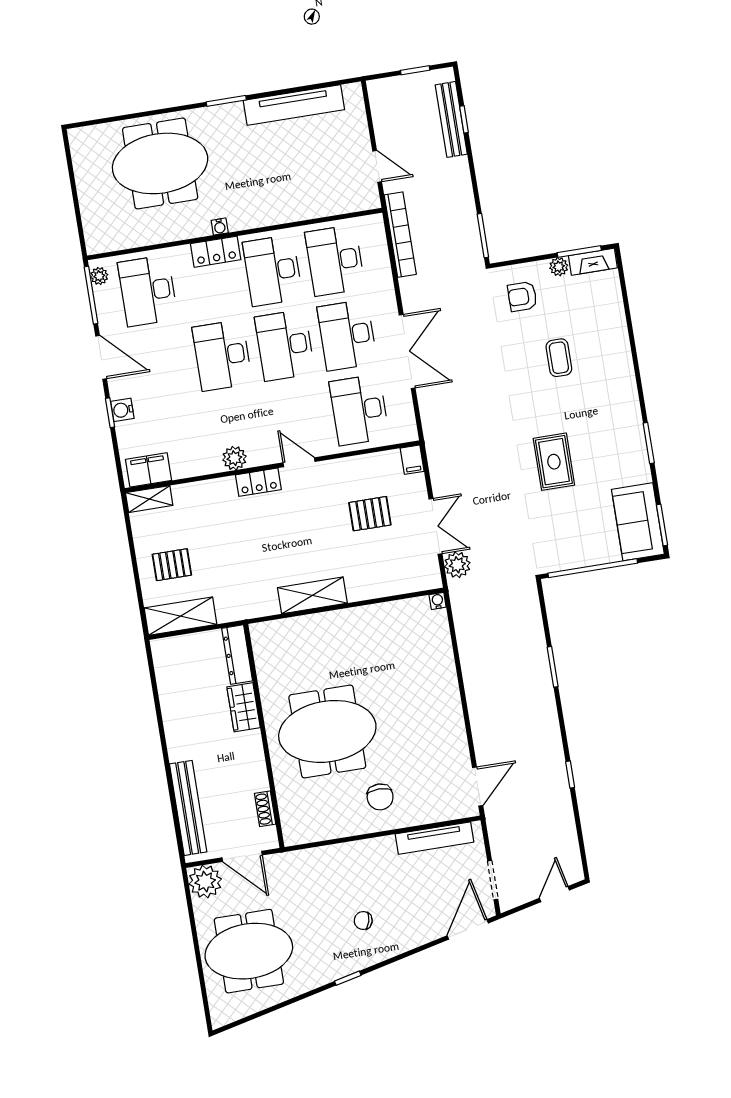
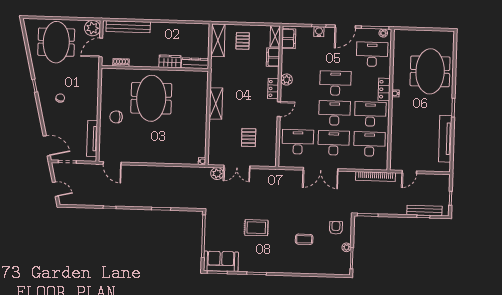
fireplace: (593, 262) -> (346, 264), removed
filing cabinet: (412, 460) -> (273, 57), moved, width x2.00

